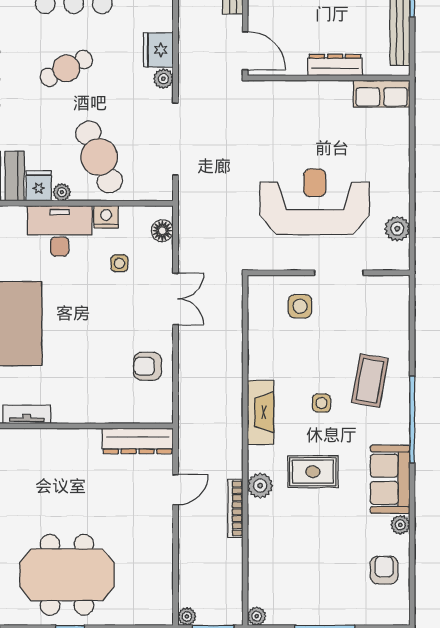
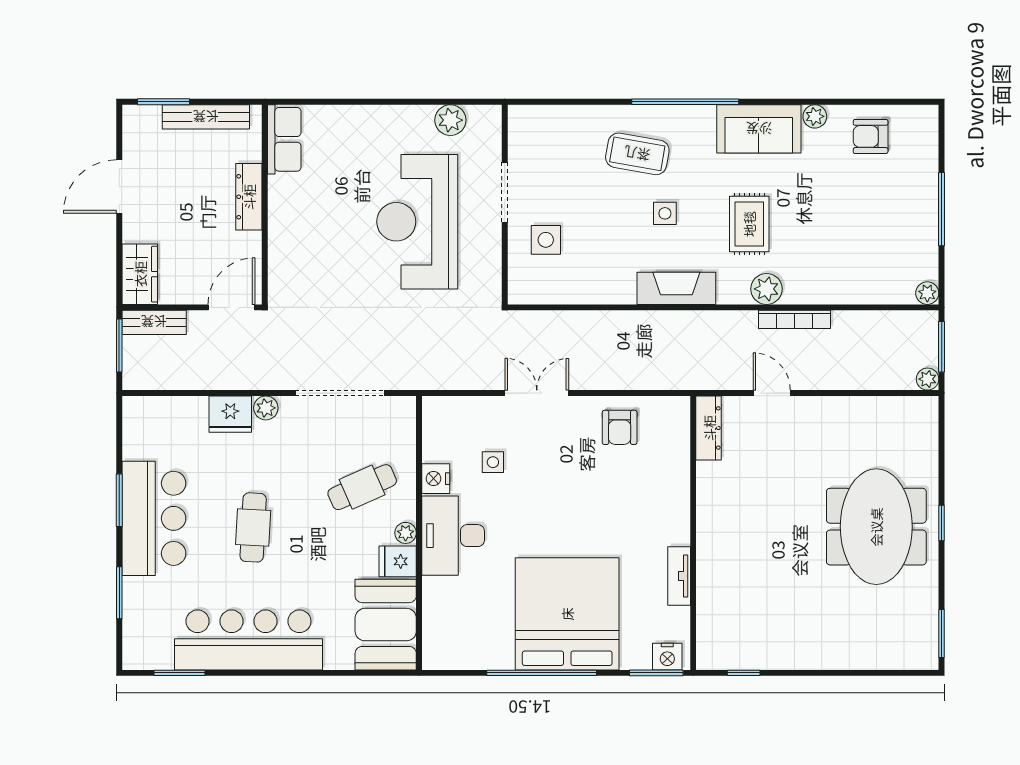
cafe table: (66, 68) -> (253, 527), turned 30
cafe table: (99, 157) -> (362, 487), width x0.73, depth x0.74
floor lamp: (162, 231) -> (453, 409), removed
dresser: (138, 441) -> (709, 428), width x0.73, depth x0.80

